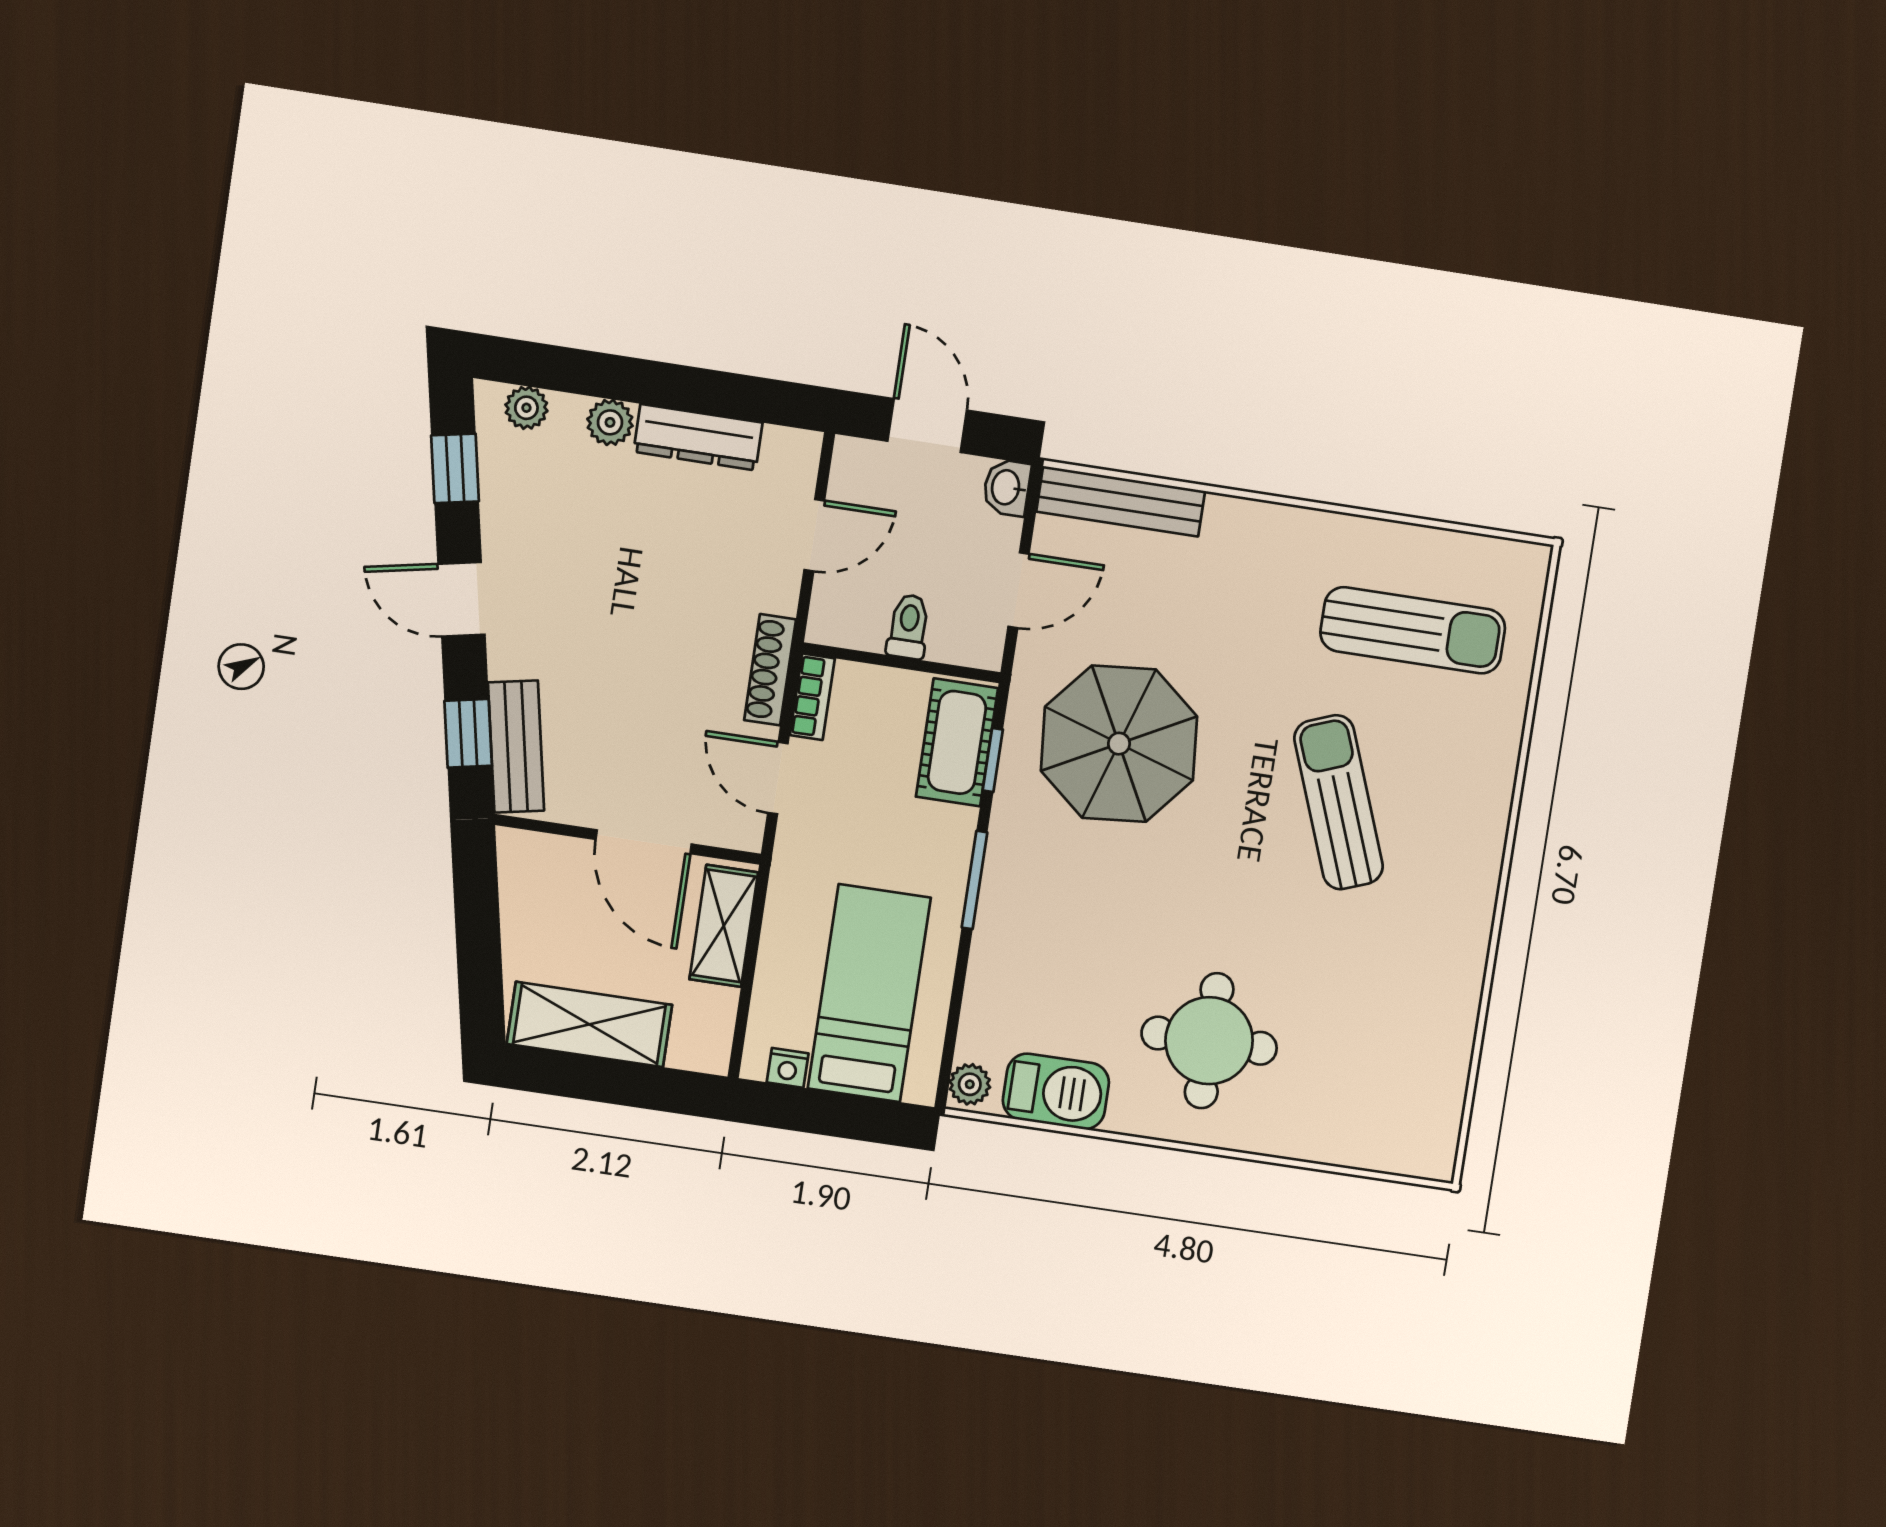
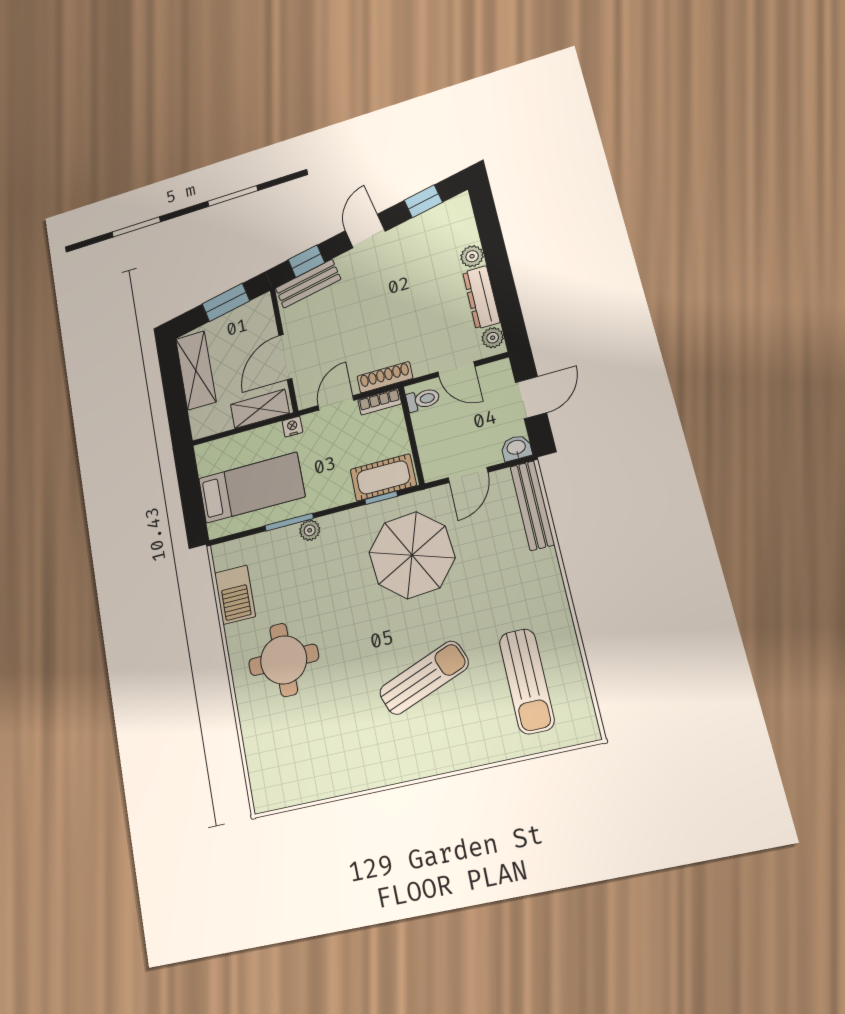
plant: (526, 408) -> (493, 338), moved
door: (1019, 590) -> (468, 475), hinge flipped
toilet: (908, 627) -> (423, 399), moved
window: (974, 880) -> (289, 522), moved
window: (477, 919) -> (226, 302), added
nightstand: (788, 1068) -> (292, 427), moved, turned 90
plant: (970, 1084) -> (310, 530), moved

